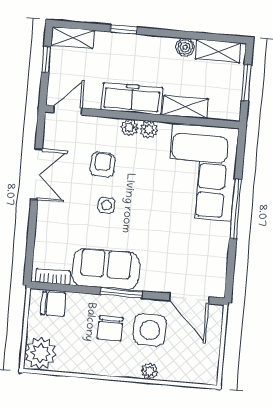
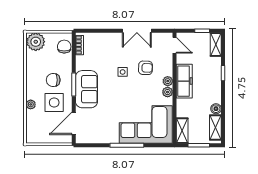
shelving: (185, 107) -> (182, 131), moved
sofa: (106, 269) -> (87, 89), moved
chair: (53, 304) -> (64, 47), turned 180

